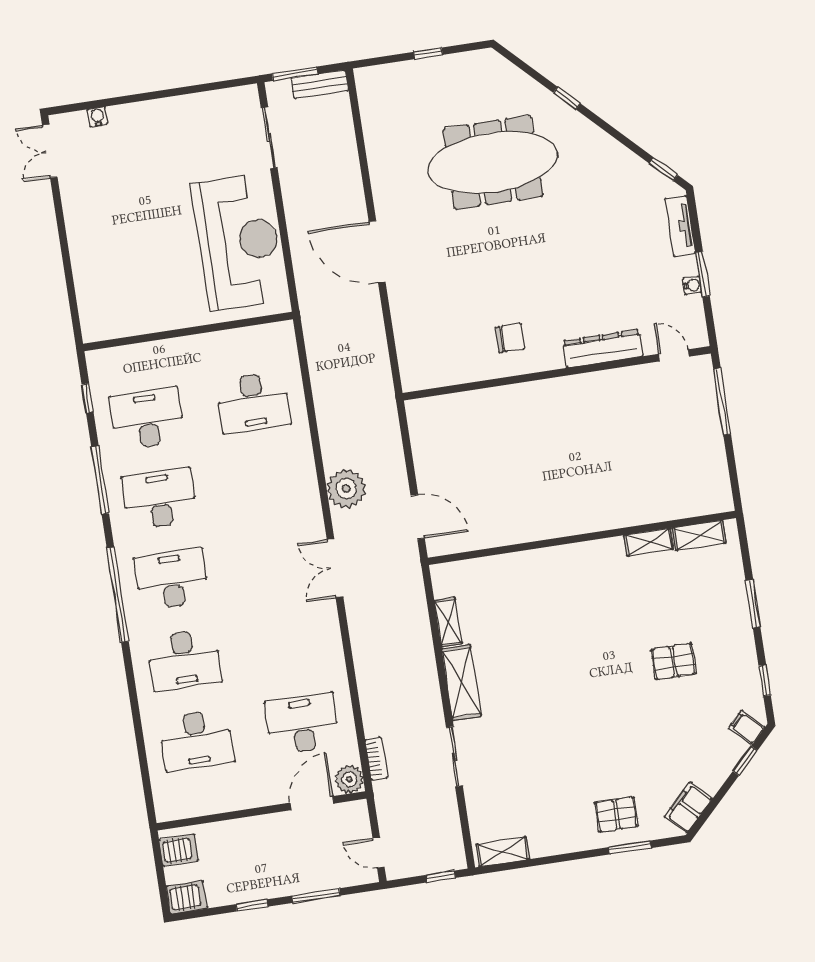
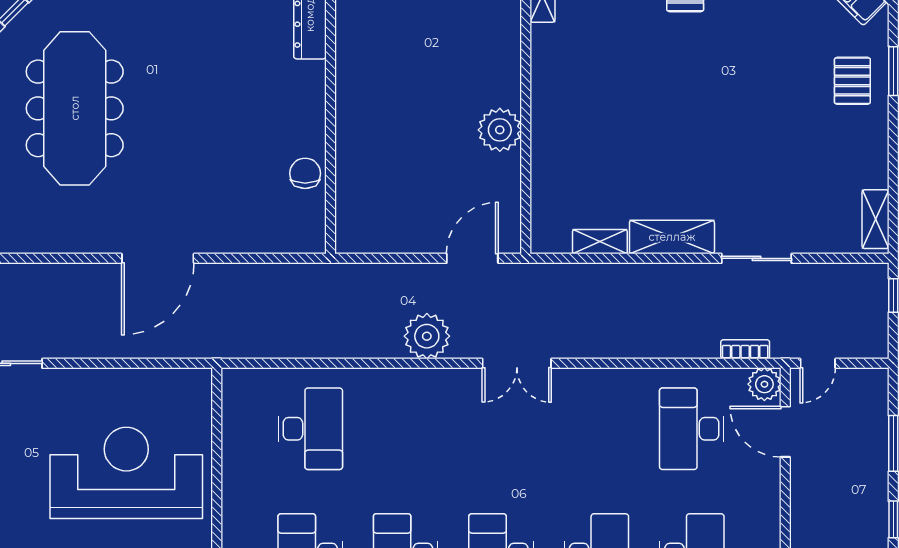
reception desk: (238, 242) -> (126, 473), moved
chair: (510, 338) -> (305, 173), moved
plant: (530, 524) -> (500, 130), added
door: (378, 853) -> (818, 363), moved

